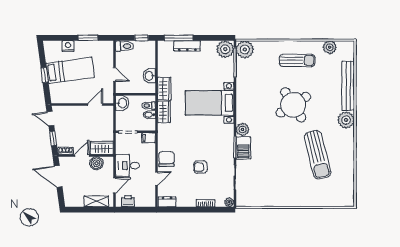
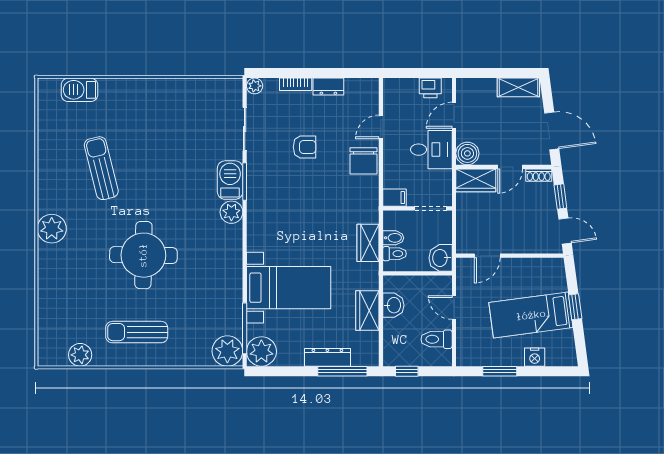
toilet: (124, 46) -> (437, 339), moved
bench: (348, 86) -> (48, 288), removed
wardrobe: (164, 89) -> (367, 310), moved
bed with nightstands: (210, 103) -> (289, 288), moved
round table: (293, 105) -> (143, 255), turned 33
sun lounger: (318, 155) -> (101, 168), width x0.73, depth x0.75
boiler: (96, 163) -> (467, 153), moved
barbecue: (330, 200) -> (79, 90), added
shelving: (96, 201) -> (518, 87), moved
dresser: (167, 202) -> (328, 87), moved

